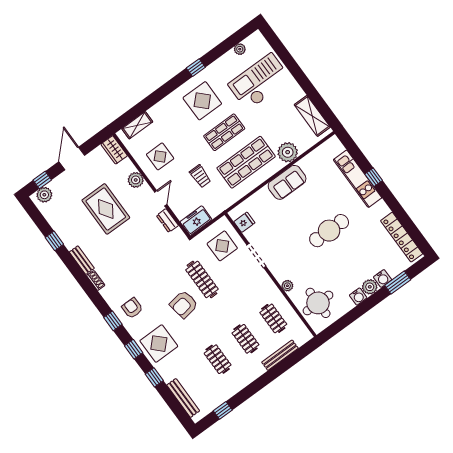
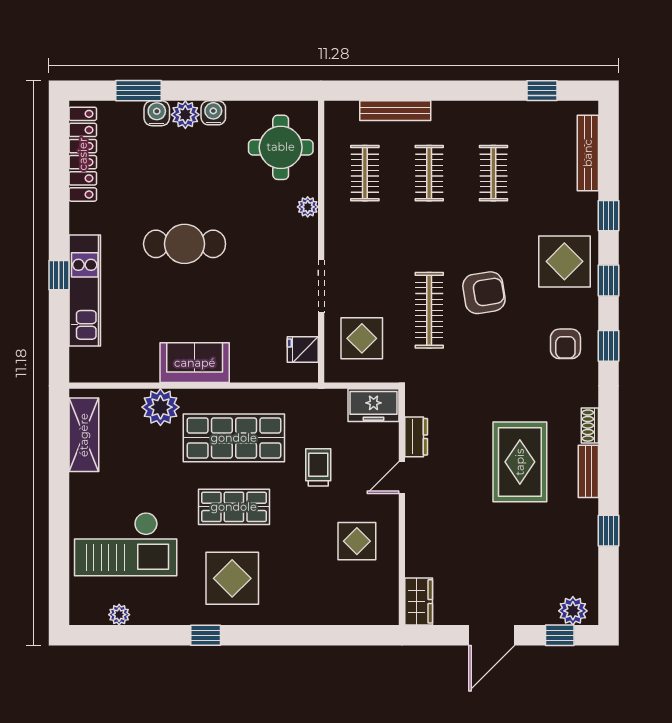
shelving: (137, 125) -> (357, 613), removed
plant: (136, 180) -> (419, 533), removed
rug: (106, 209) -> (520, 462), moved

